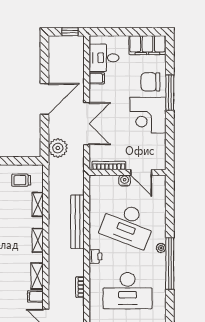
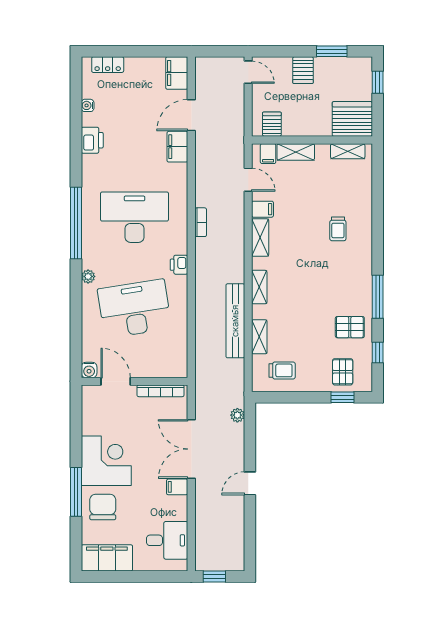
filing cabinet: (97, 78) -> (177, 487), moved
chair: (150, 82) -> (103, 507), turned -90
door: (44, 99) -> (250, 483), width x0.53
plant: (58, 148) -> (237, 415), width x0.53, depth x0.53
water cooler: (125, 181) -> (89, 370), moved
bench: (77, 222) -> (235, 321), moved
desk: (128, 225) -> (135, 309), turned -30
window: (170, 264) -> (76, 223), moved

